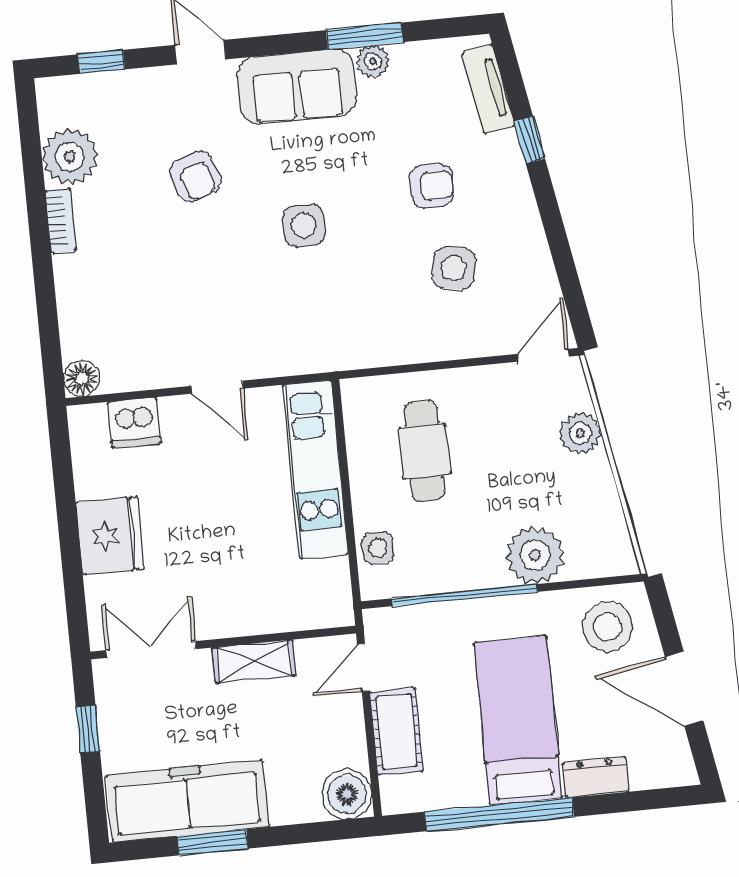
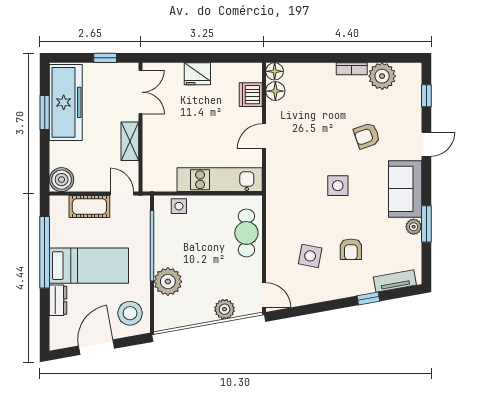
floor lamp: (122, 373) -> (275, 91), added
cafe table: (424, 451) -> (246, 233), moved, turned 90
fridge: (110, 536) -> (197, 74), width x0.73, depth x0.75

